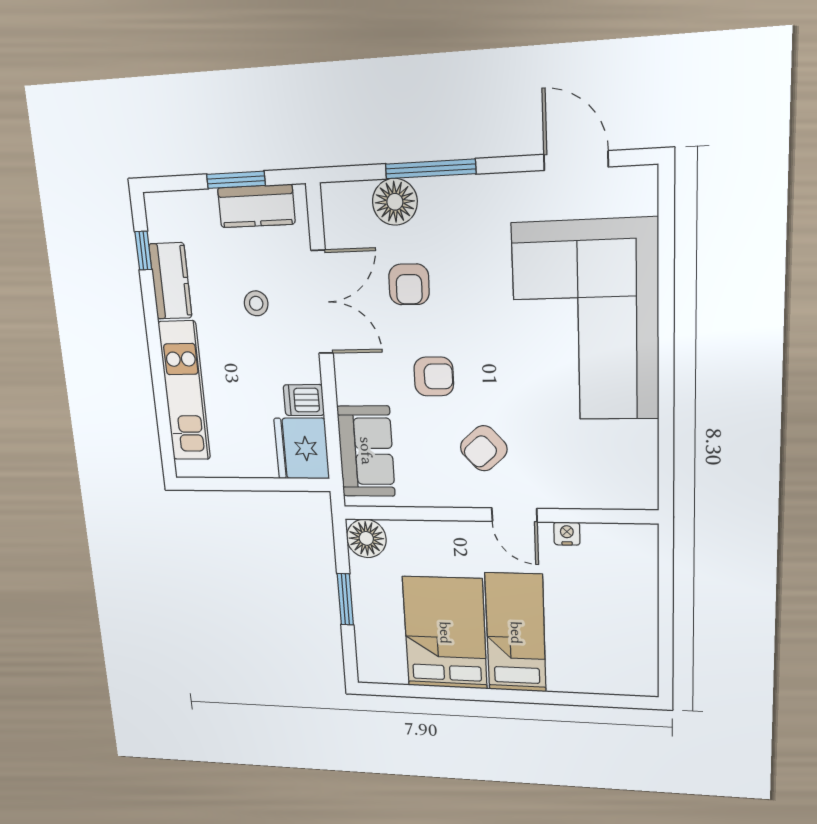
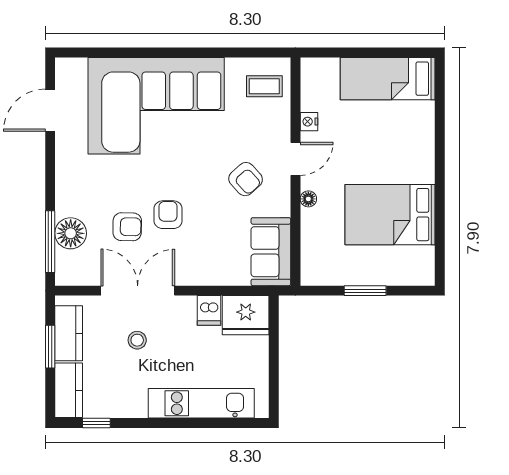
window: (430, 169) -> (50, 242), moved
kitchen counter: (170, 281) -> (69, 390), moved, turned 90
armchair: (434, 376) -> (168, 215), moved
sofa: (366, 451) -> (271, 252), moved, turned -90
coffee table: (616, 474) -> (264, 86), added
floor lamp: (366, 538) -> (308, 199), moved, width x0.53, depth x0.53
bed: (516, 633) -> (388, 79), moved

